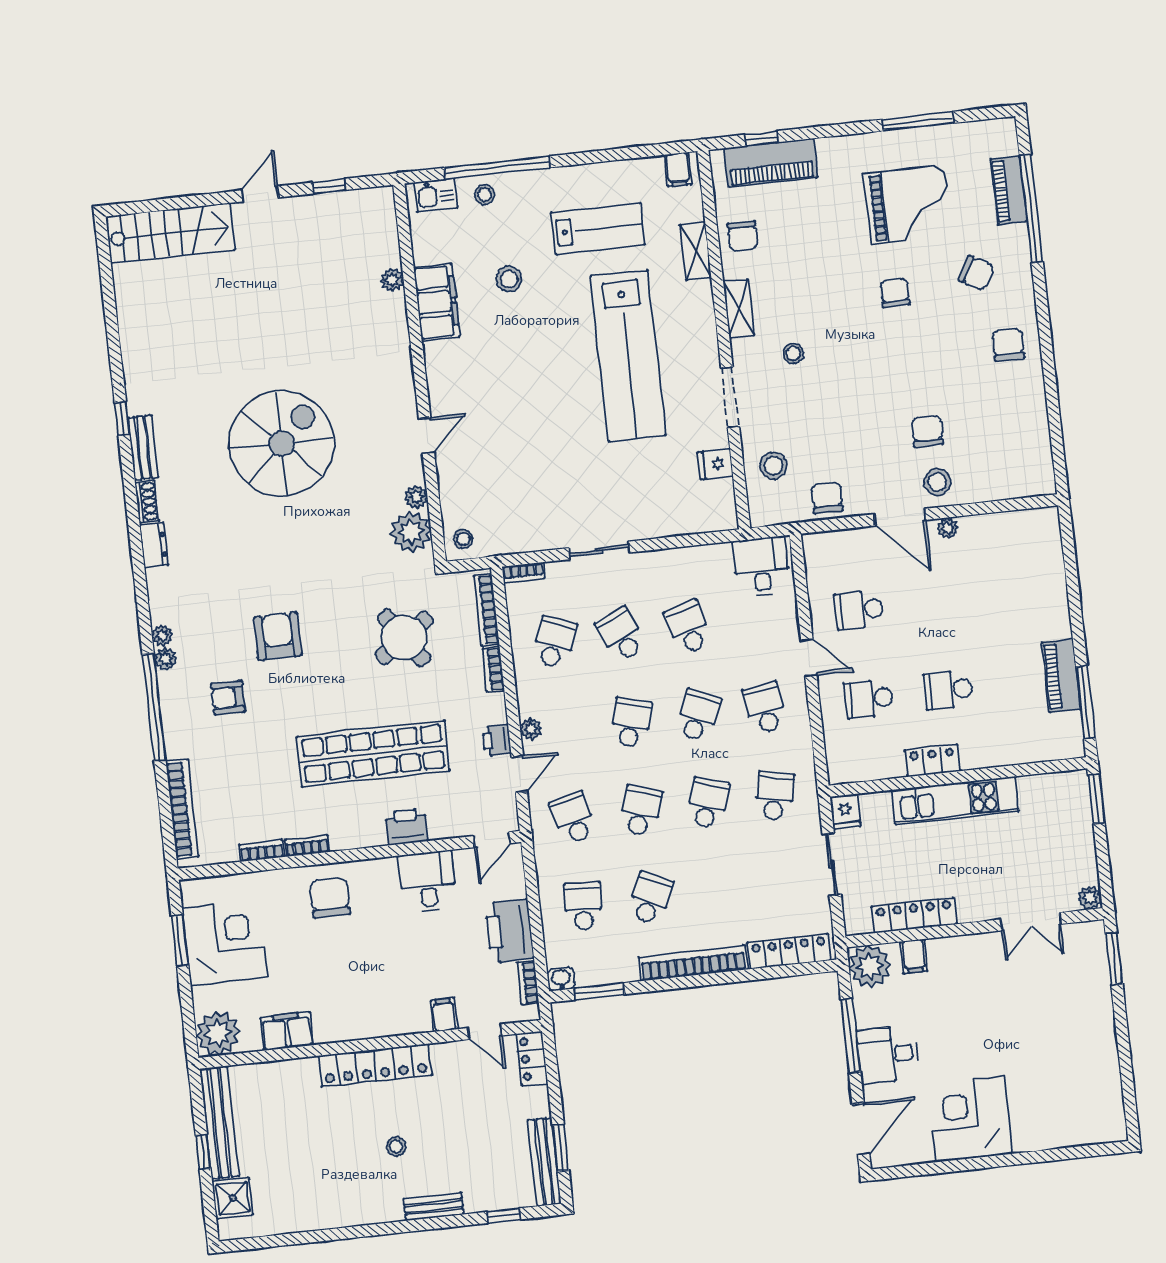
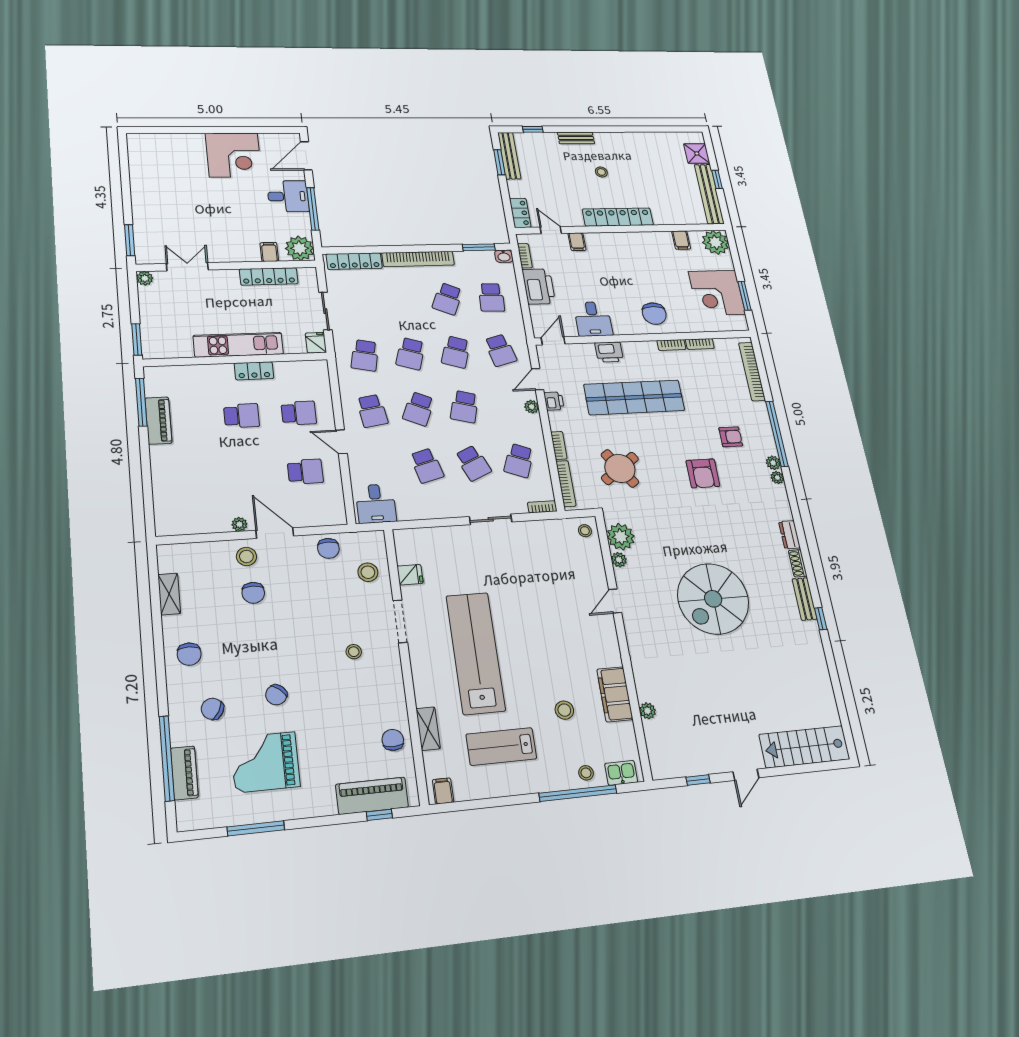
chair: (895, 293) -> (276, 695), turned 40
shelving: (739, 309) -> (169, 594), moved
filing cabinet: (287, 1031) -> (681, 240), width x0.50

